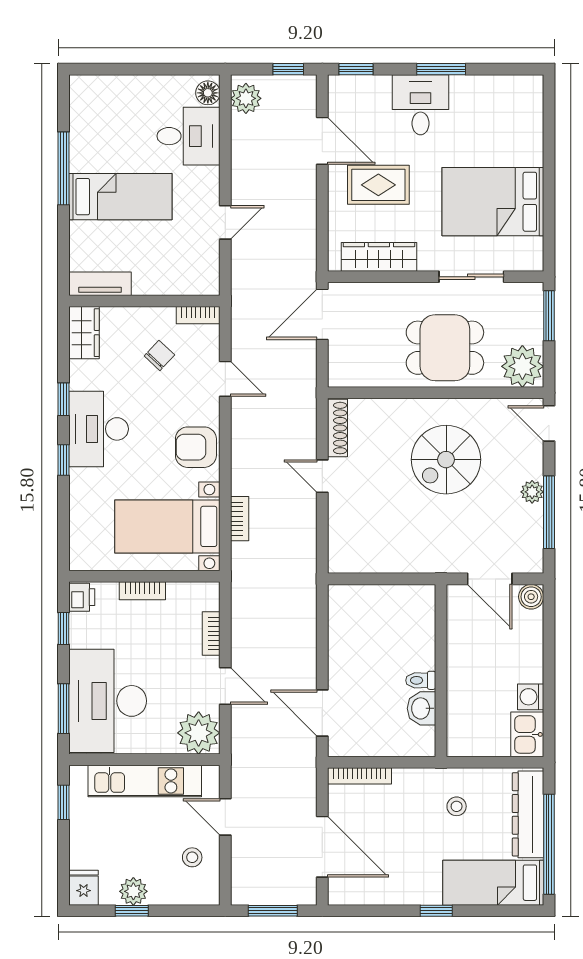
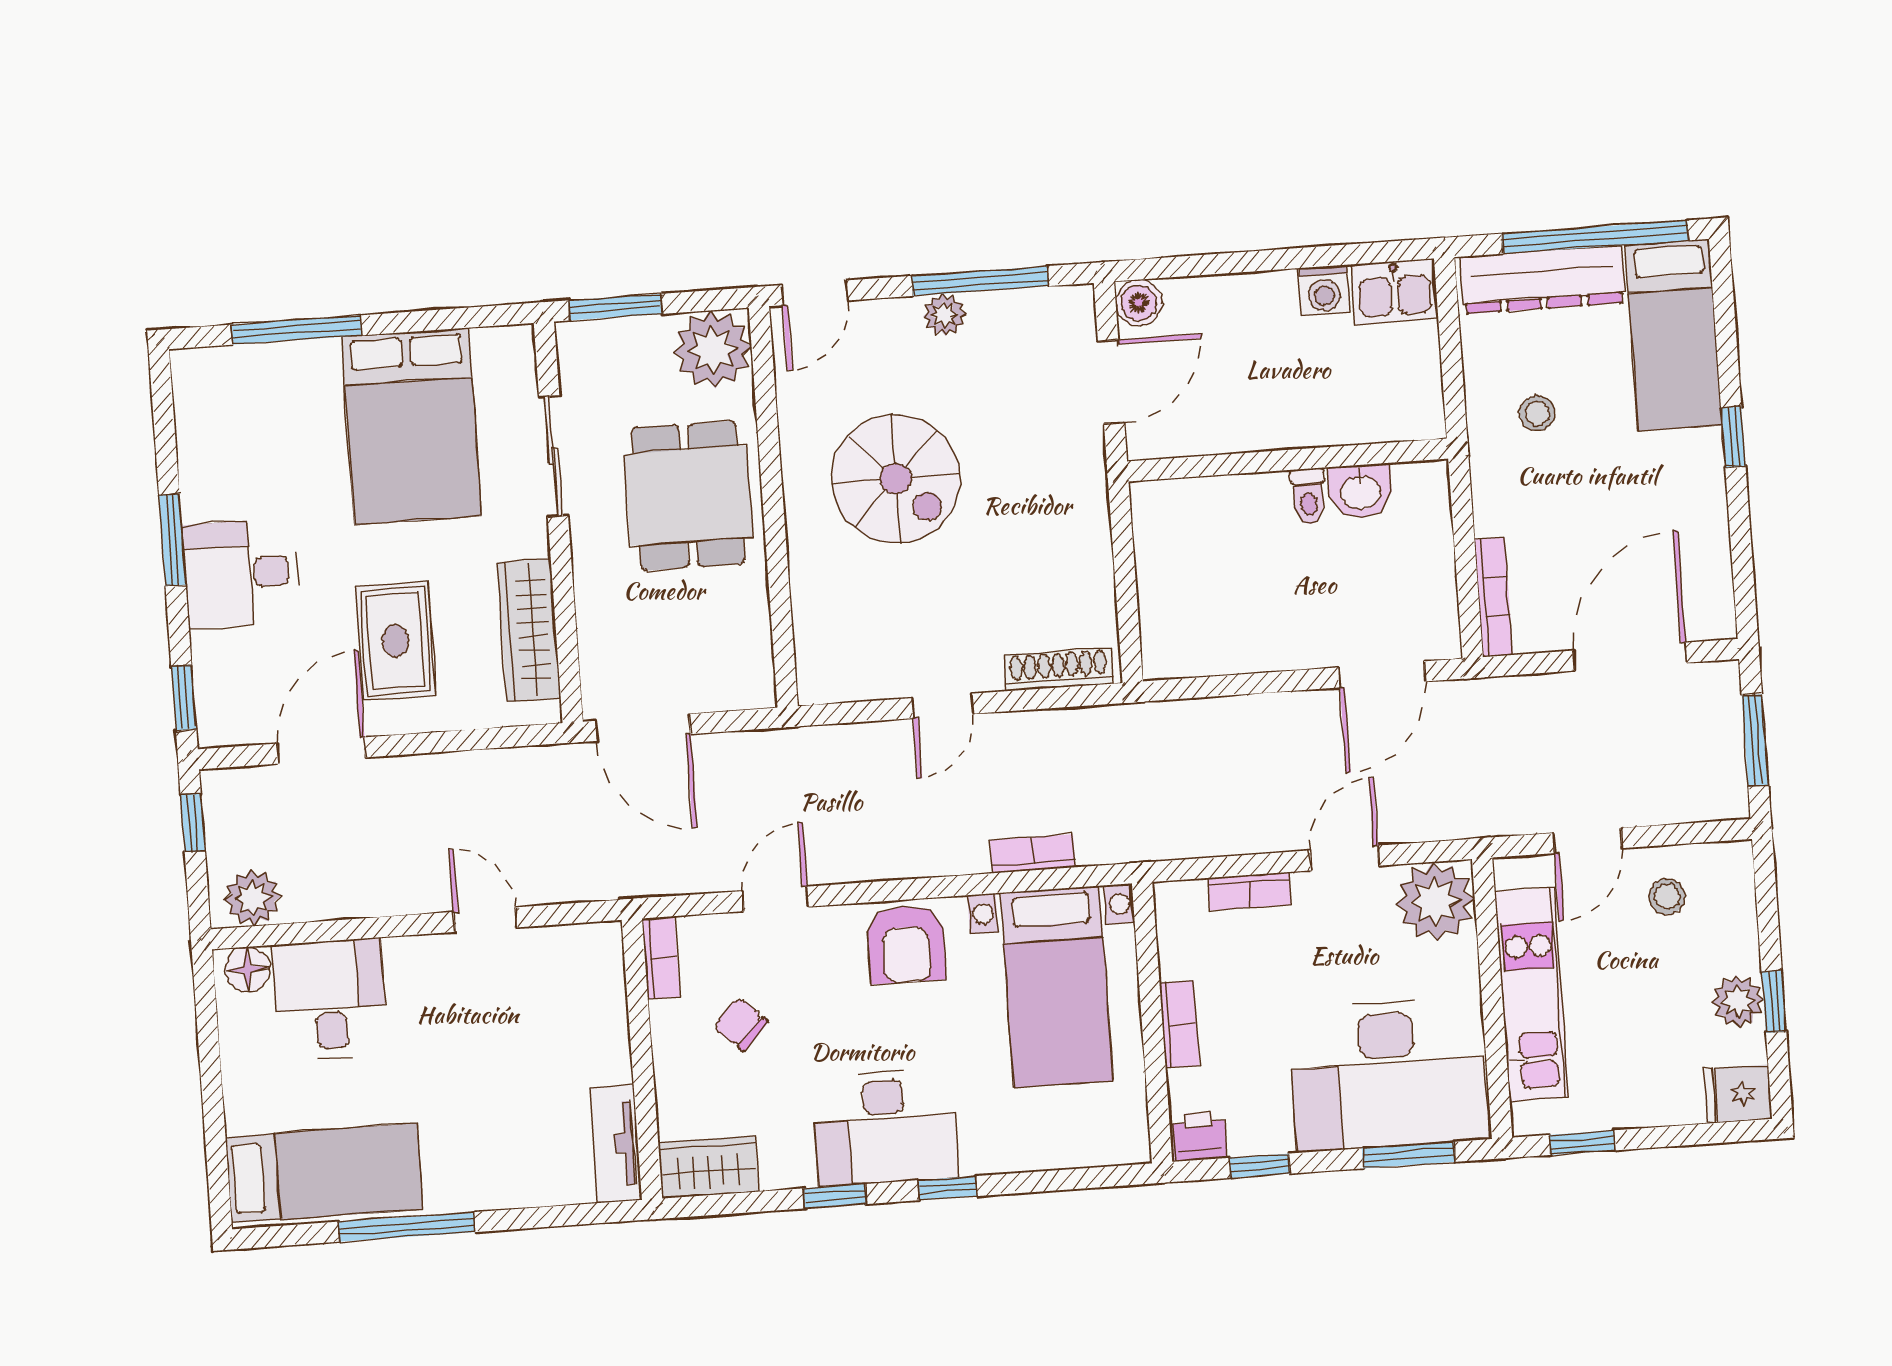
window: (549, 144) -> (297, 330), added
bed: (120, 197) -> (324, 1173), moved, turned 90
shoe rack: (338, 428) -> (1058, 669), moved

